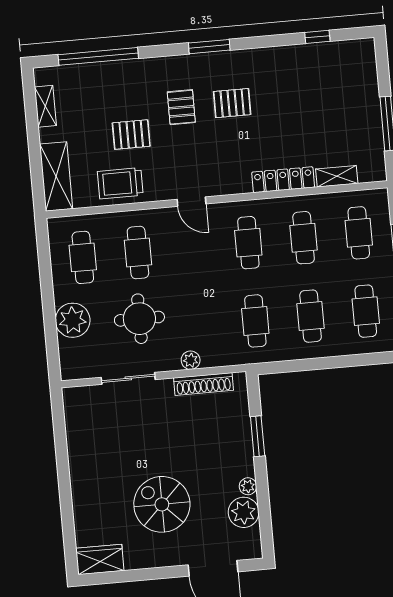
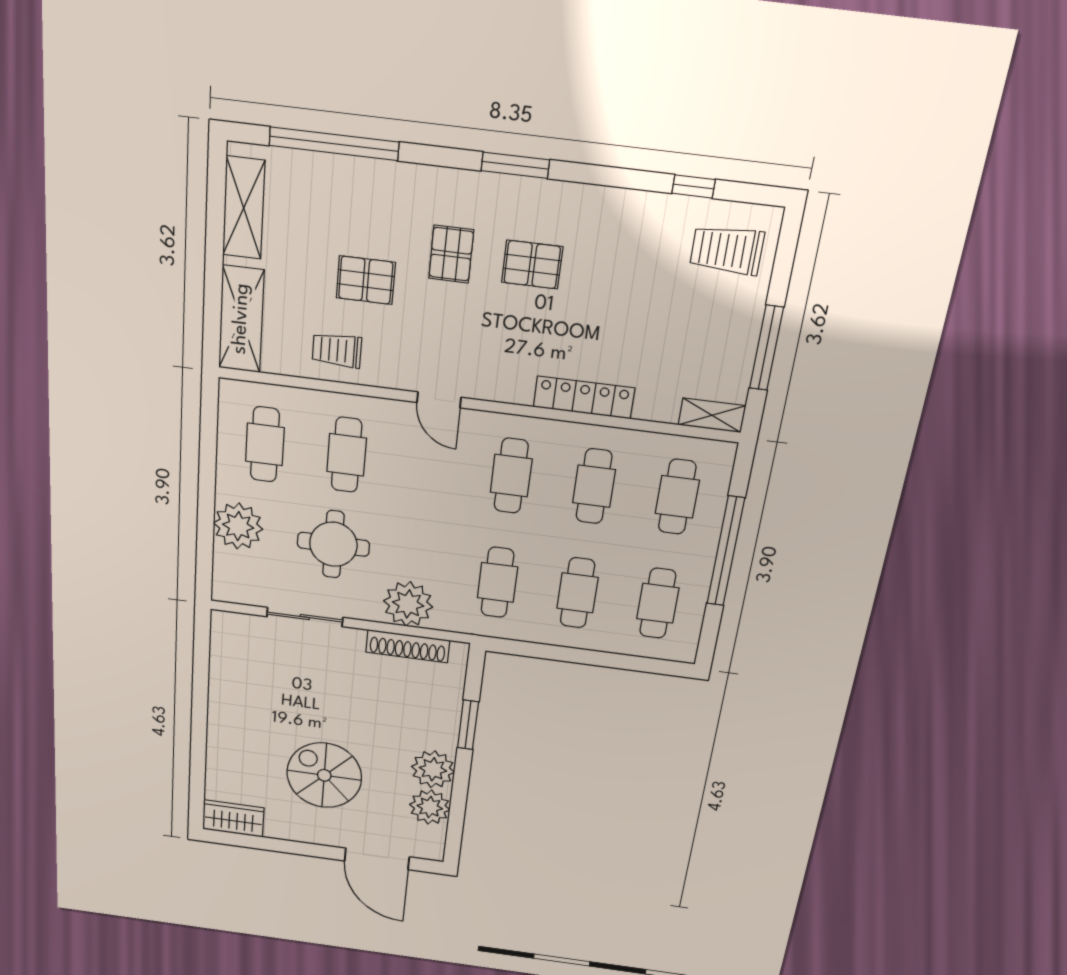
trolley: (347, 70) -> (727, 250), added
shelving: (45, 106) -> (244, 208), width x1.50, depth x1.33
shelving: (337, 176) -> (712, 415), moved
trolley: (120, 183) -> (337, 350), width x0.73, depth x0.72
plant: (191, 360) -> (408, 604), width x1.87, depth x1.87
plant: (248, 486) -> (433, 769), width x1.88, depth x1.88

